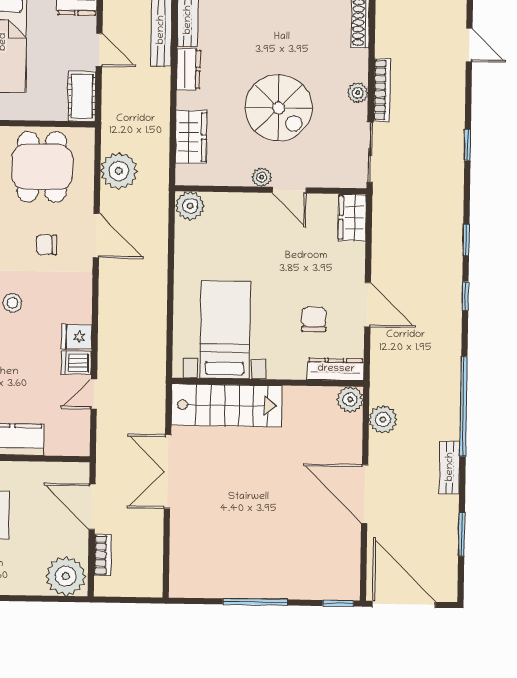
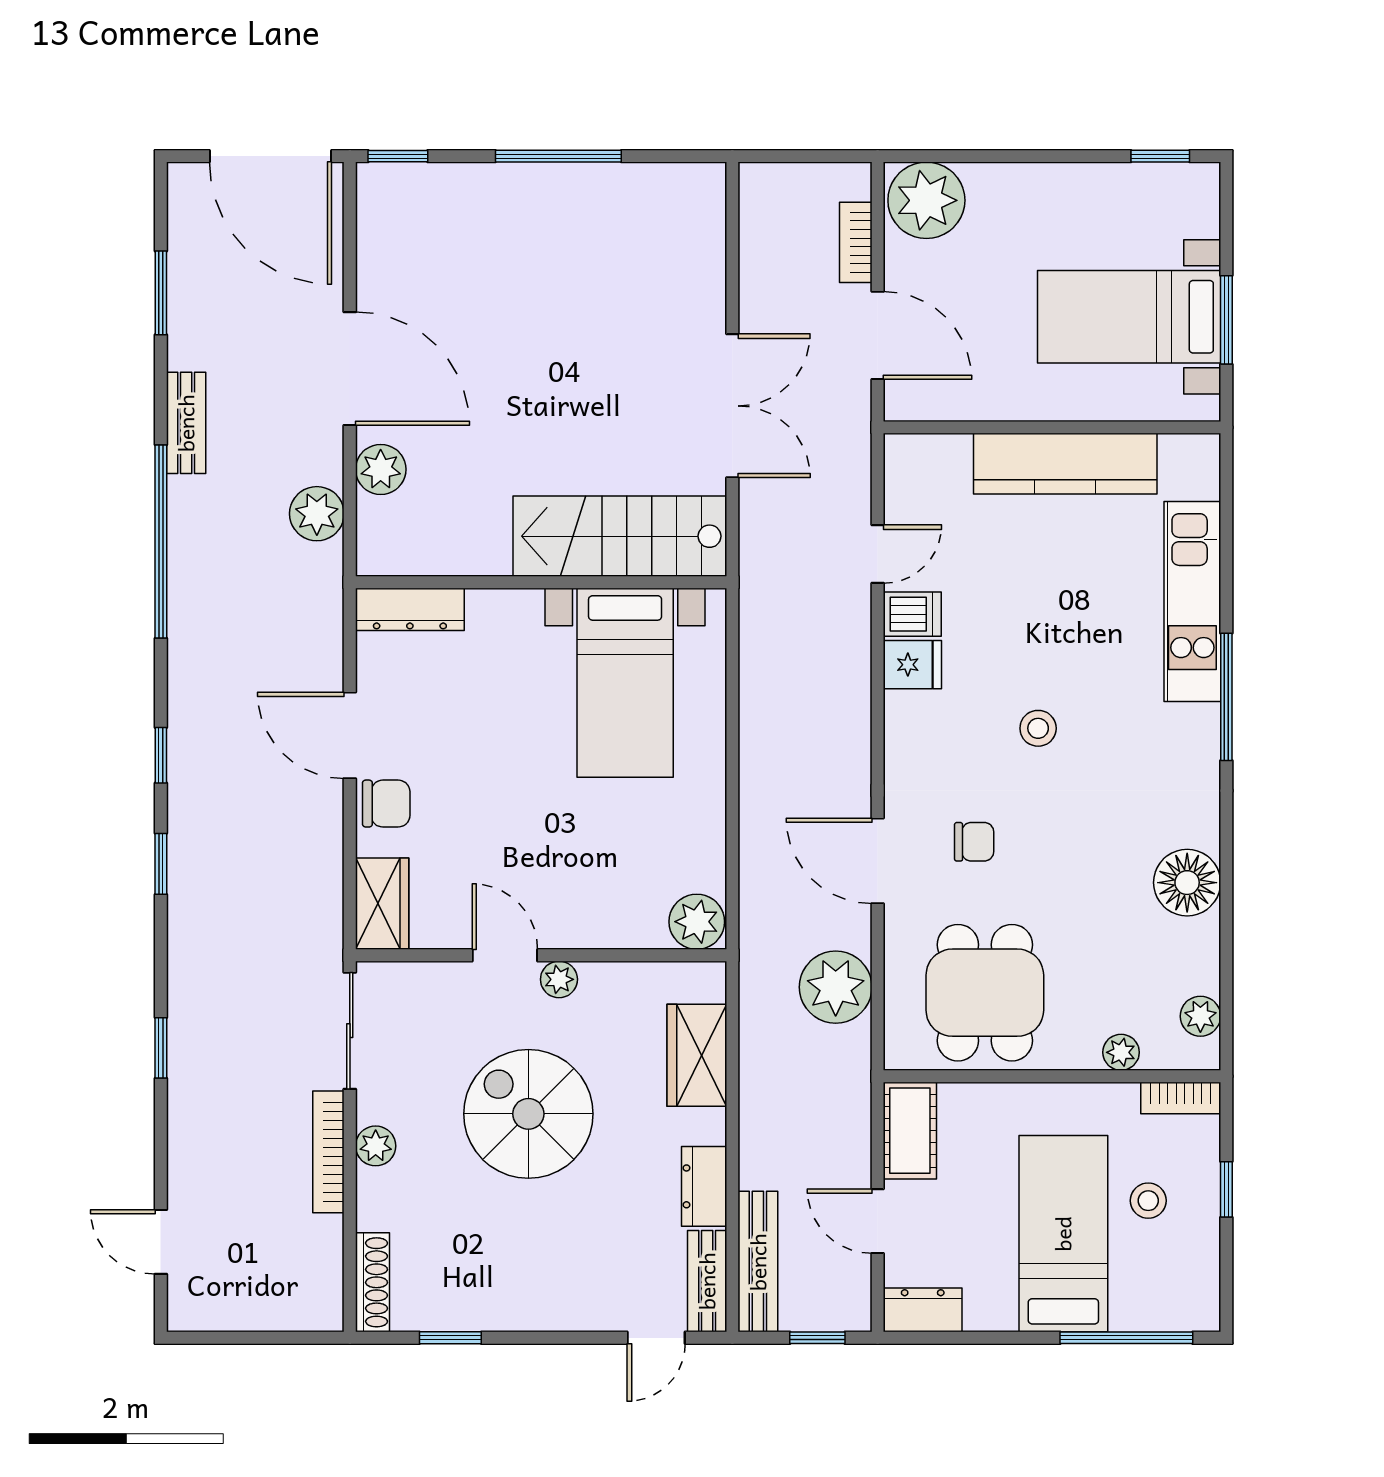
chair: (314, 319) -> (386, 804), moved, turned -90
plant: (350, 399) -> (381, 469), moved

